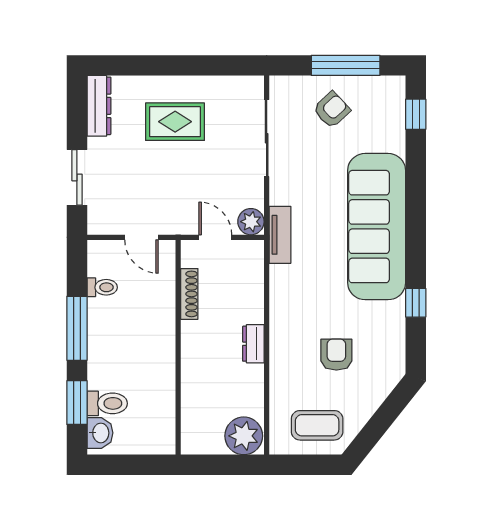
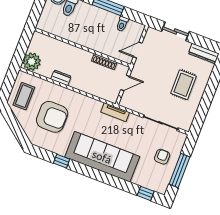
armchair: (332, 110) -> (162, 157), turned -137
plant: (251, 222) -> (126, 102), removed
dresser: (253, 344) -> (61, 78), moved
armchair: (336, 355) -> (52, 117), width x1.88, depth x1.88

